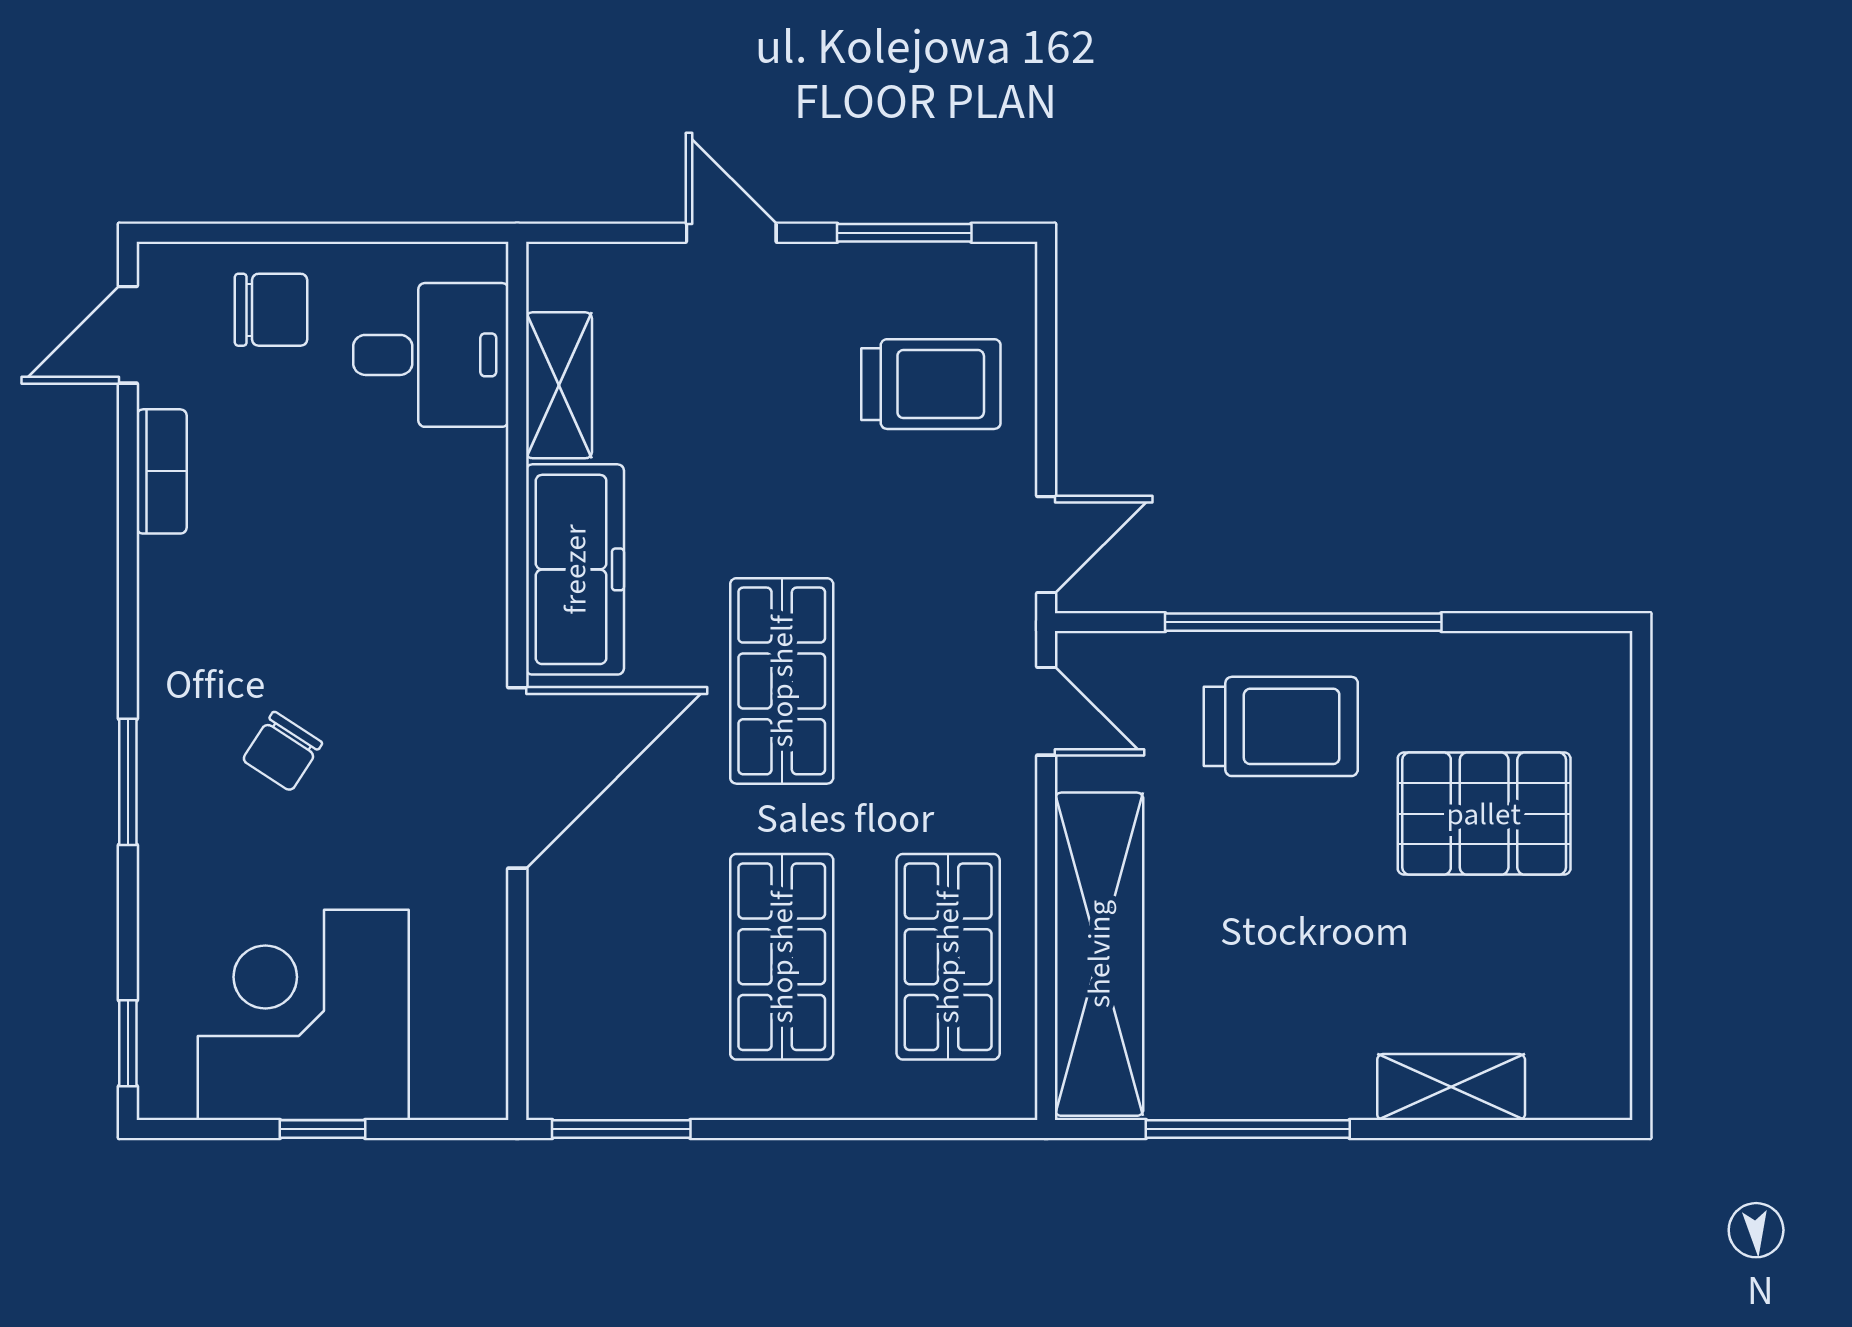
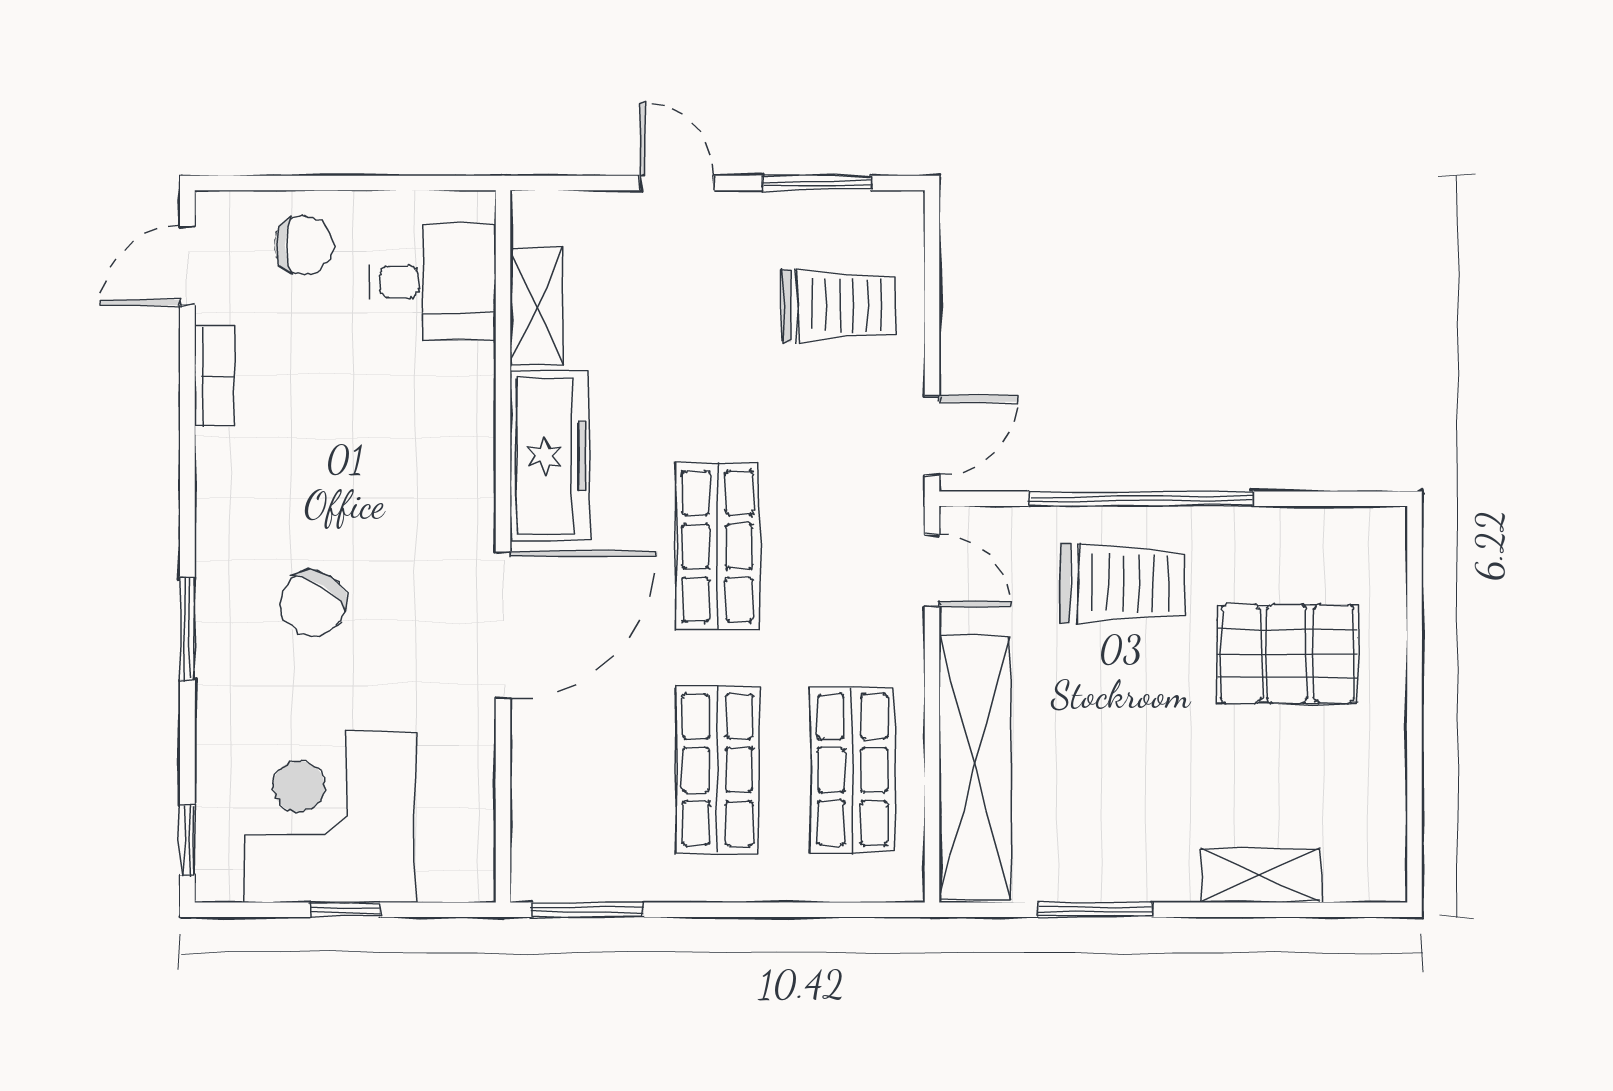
chair: (282, 751) -> (313, 603), width x1.37, depth x1.37
window: (1248, 1129) -> (1095, 910), width x0.69

